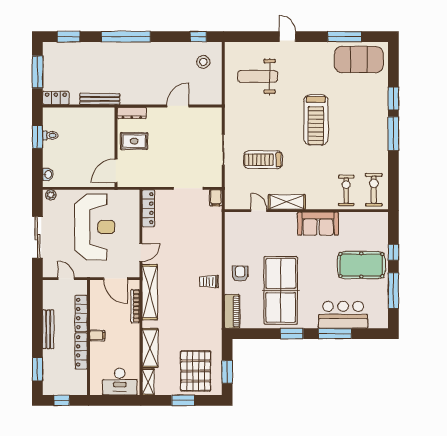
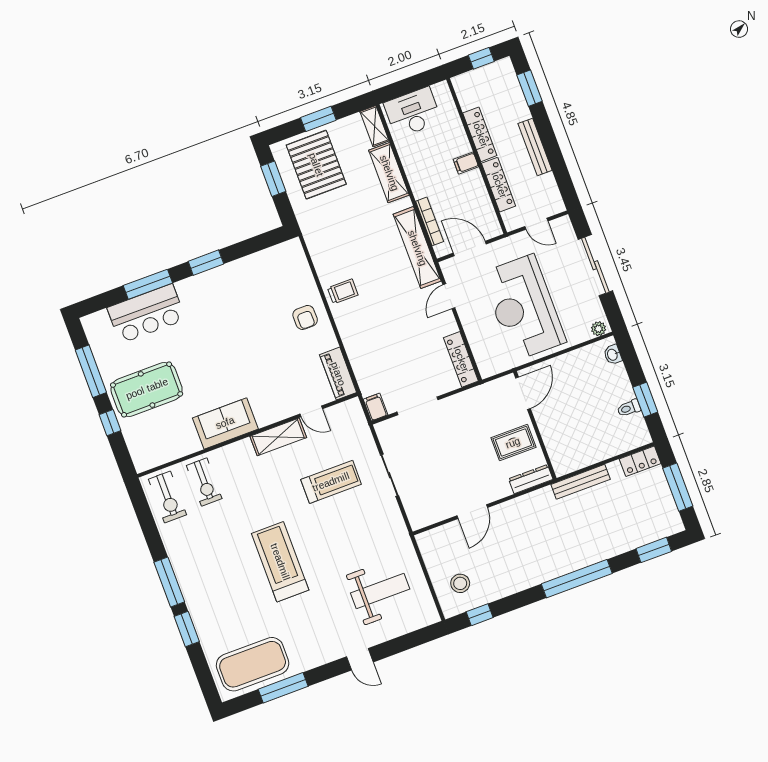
table tennis table: (281, 290) -> (242, 315), removed
piano: (232, 311) -> (338, 374), moved

